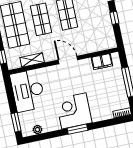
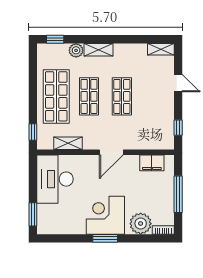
window: (114, 18) -> (178, 128), moved
door: (68, 60) -> (111, 152), swing flipped
plant: (37, 130) -> (141, 224), moved, width x1.88, depth x1.88

